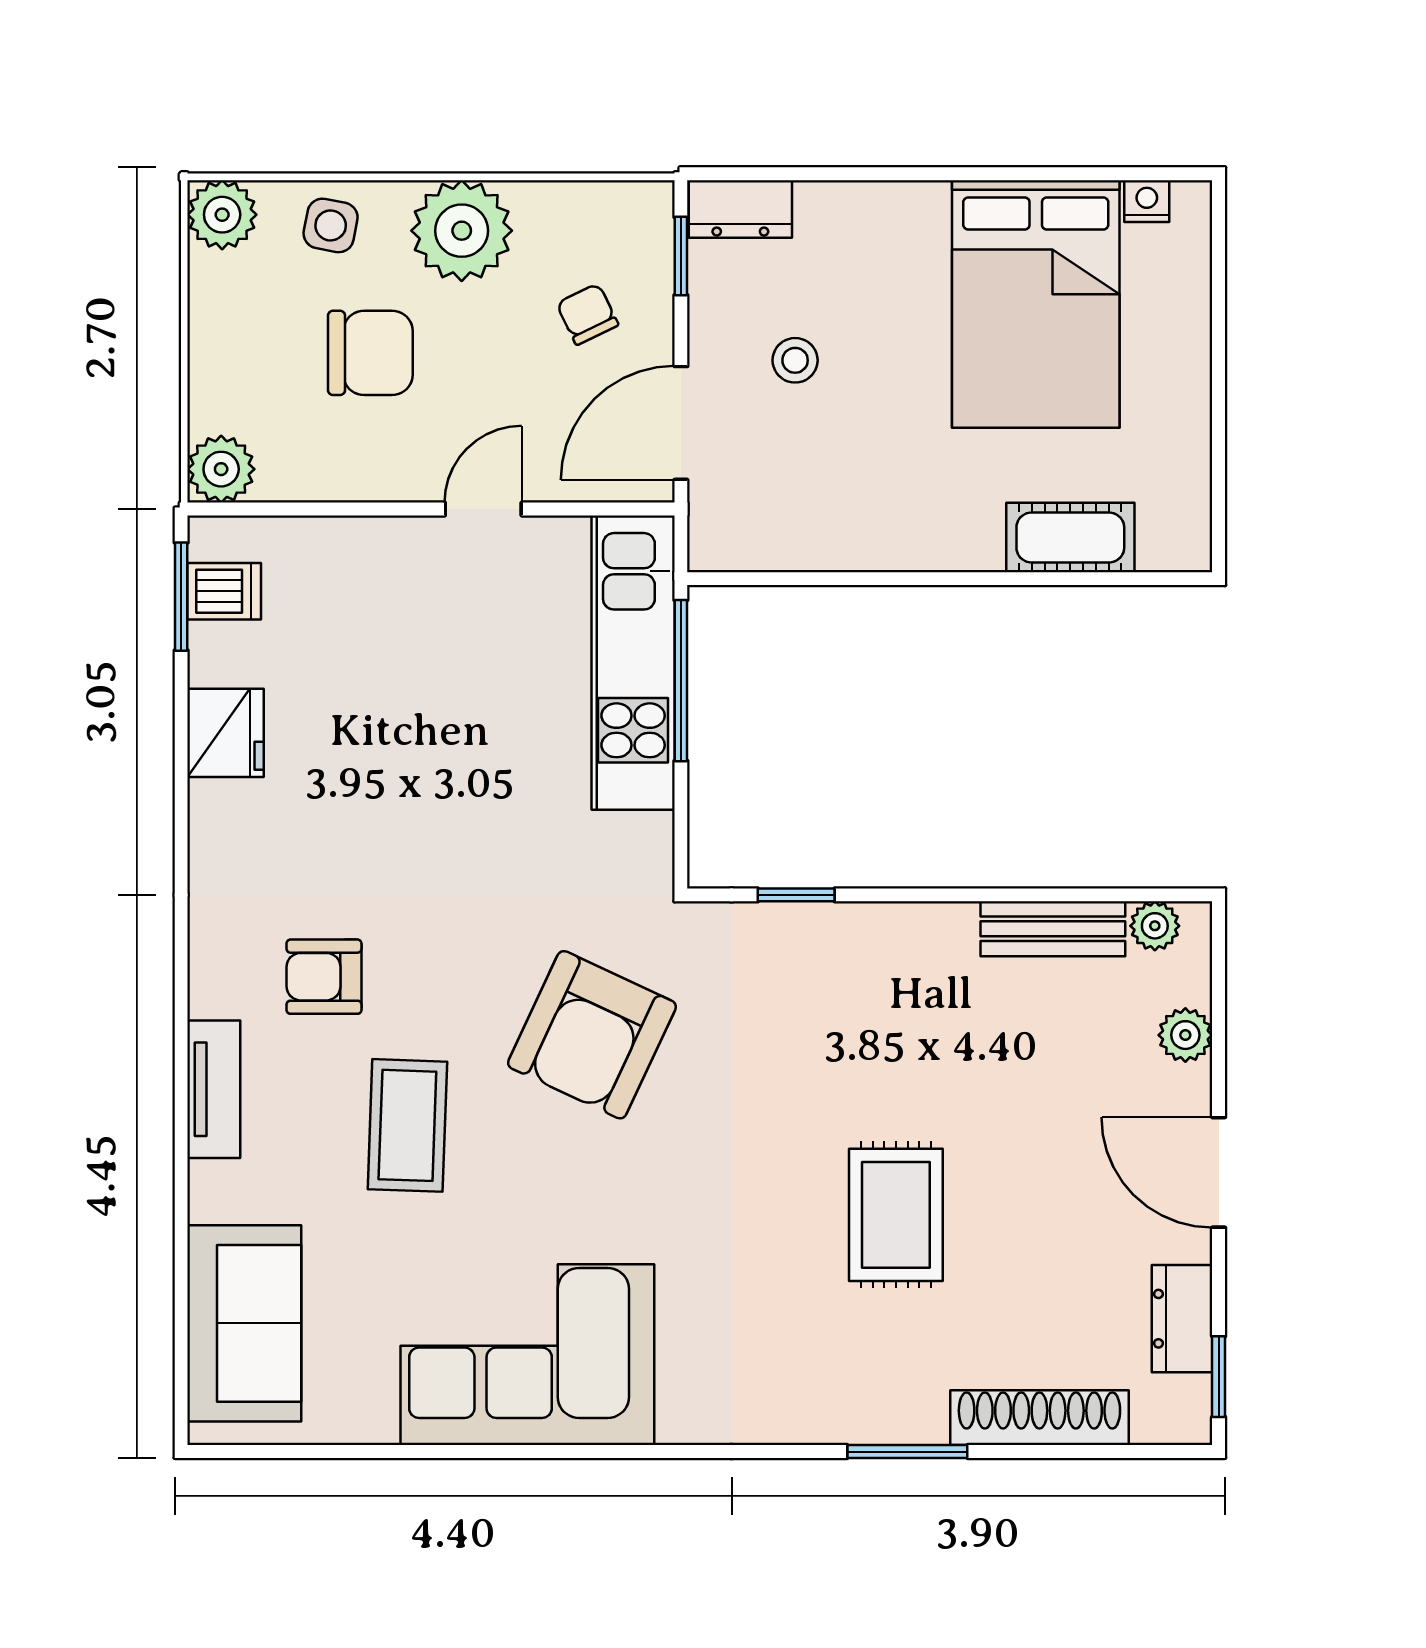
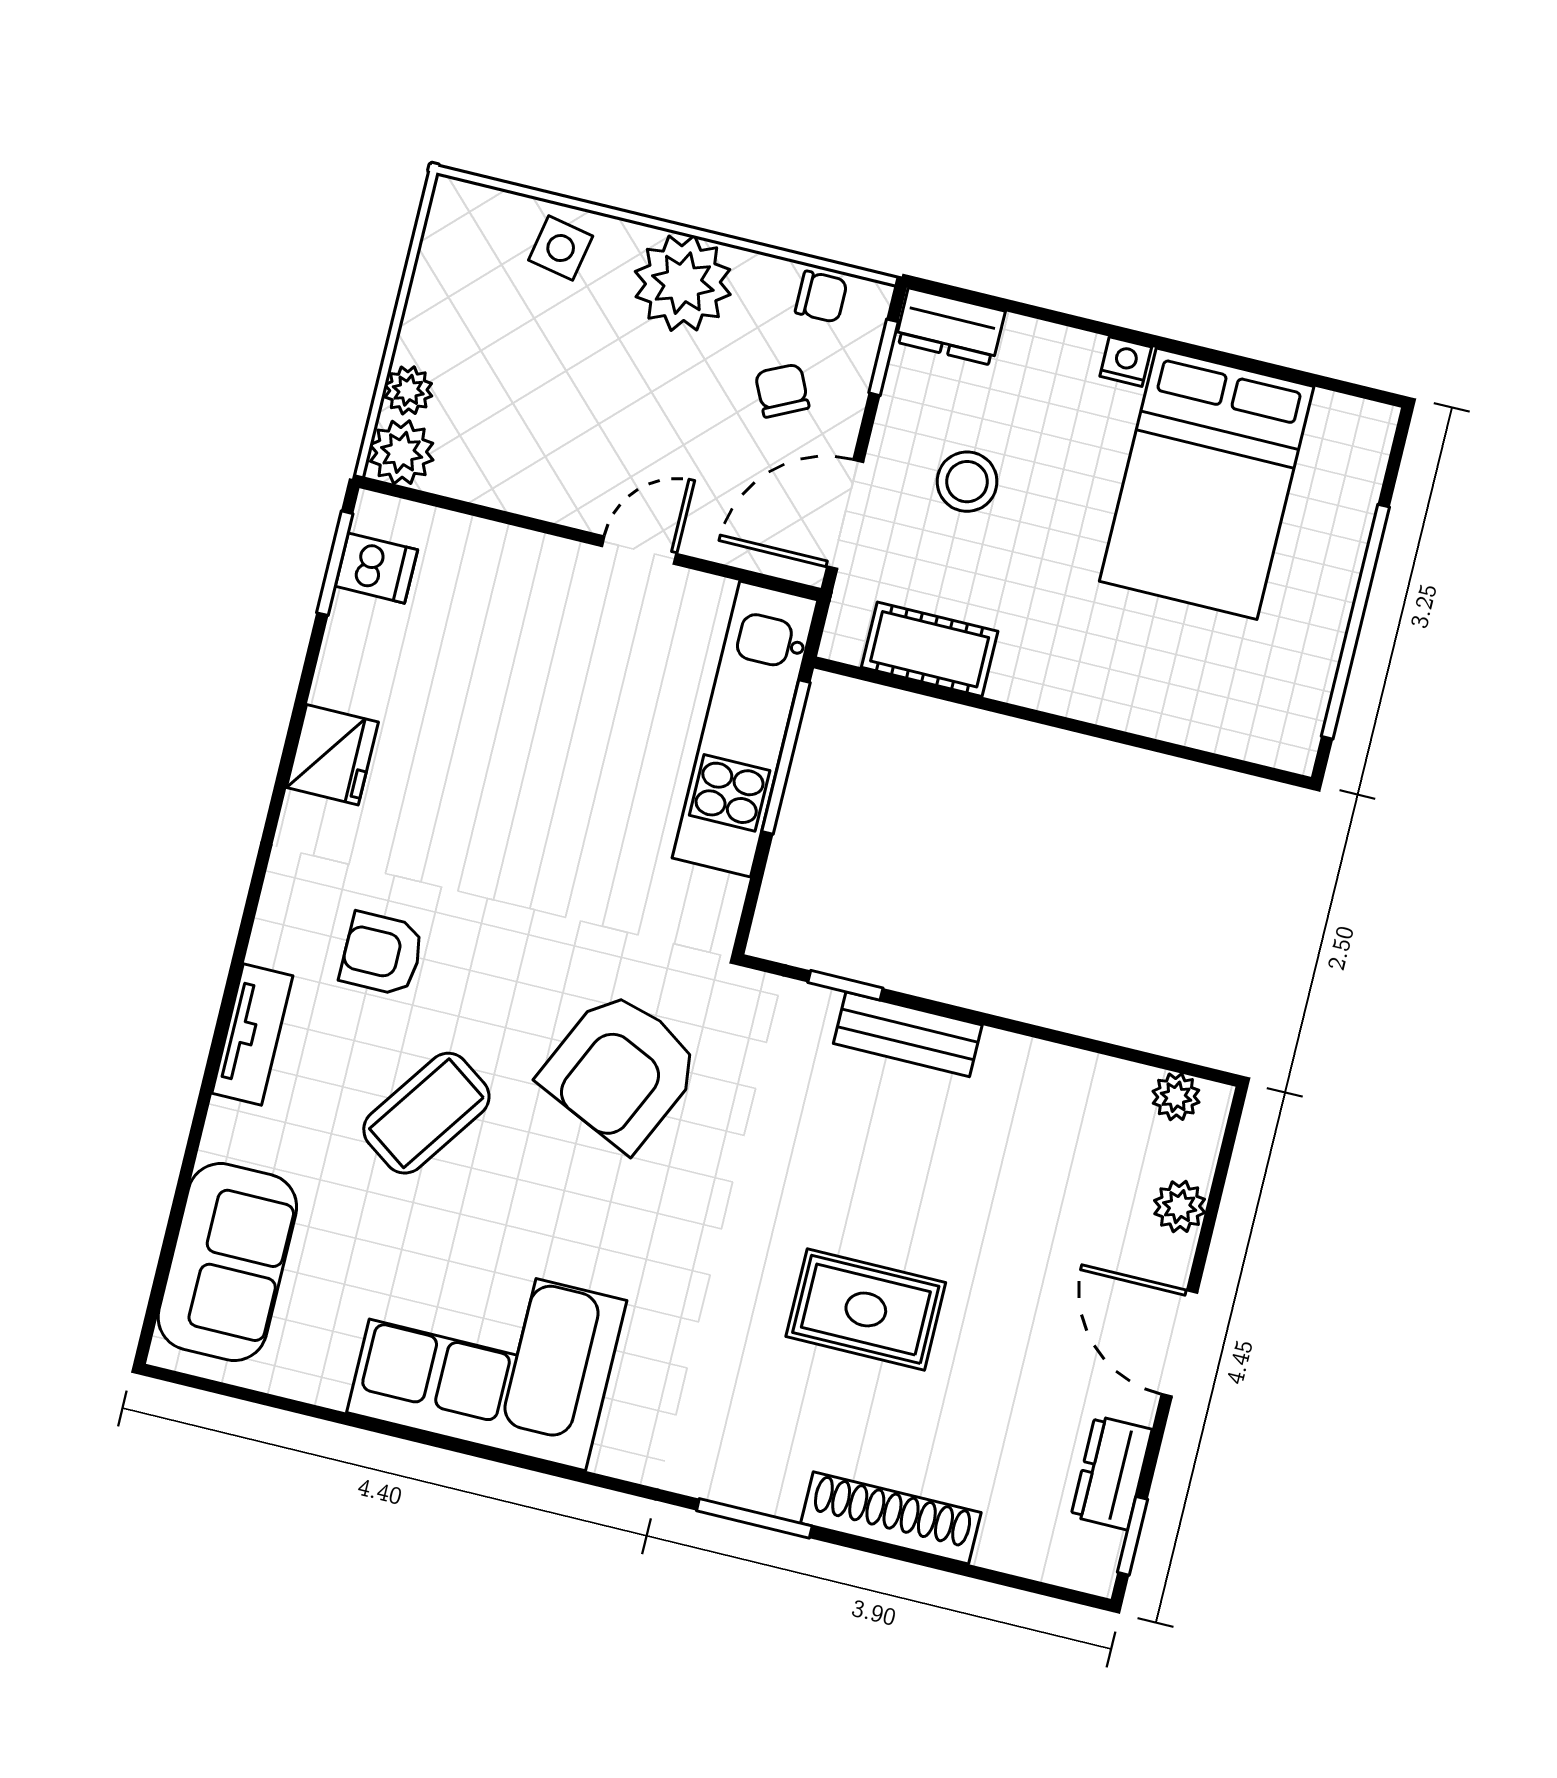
nightstand: (1147, 201) -> (1126, 362), moved
plant: (222, 215) -> (408, 390), moved, width x0.73, depth x0.73
chair: (370, 353) -> (821, 297), moved, width x0.54, depth x0.54
stool: (795, 360) -> (967, 482), width x1.37, depth x1.37
window: (1219, 406) -> (1355, 622), added
cot: (1070, 537) -> (930, 649), moved
fridge: (226, 733) -> (332, 755), moved
bench: (1053, 929) -> (908, 1034), moved
coffee table: (407, 1125) -> (426, 1113), turned 33
rug: (896, 1215) -> (866, 1309), turned 90
shoe rack: (1039, 1418) -> (891, 1518), moved
window: (907, 1452) -> (754, 1518), moved

